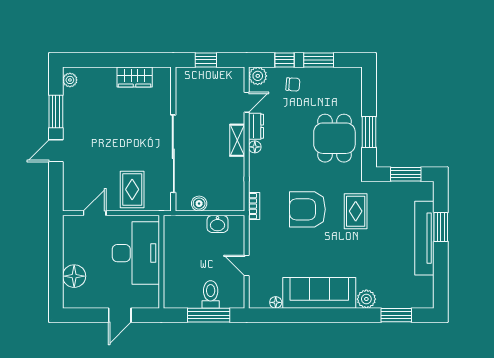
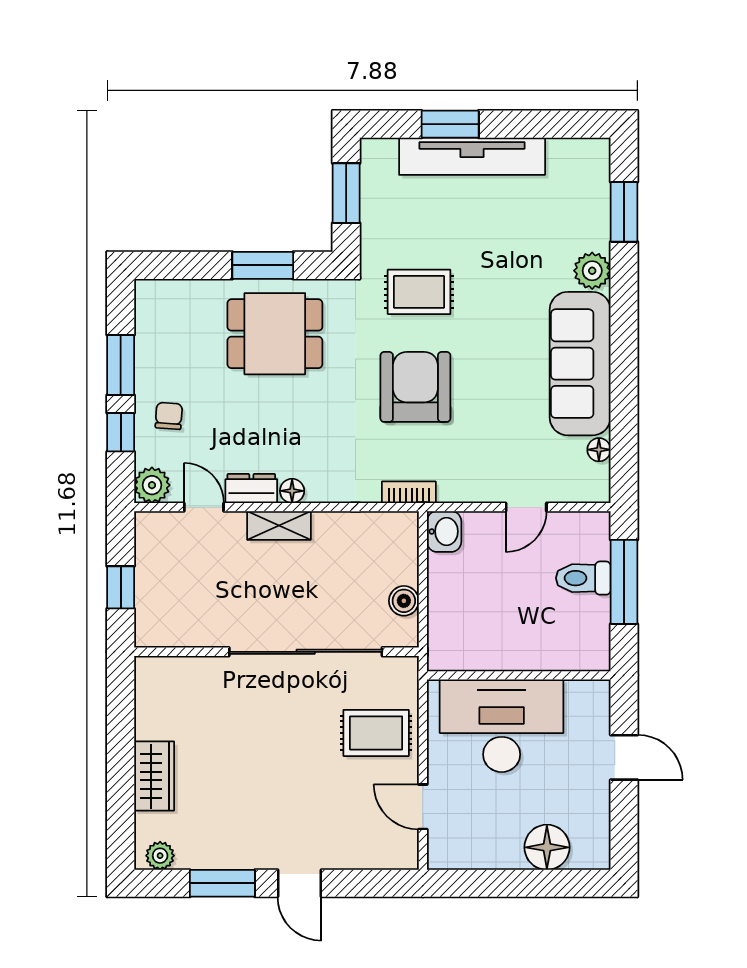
wardrobe: (135, 77) -> (154, 776), moved
armchair: (307, 209) -> (415, 387), turned 180
washbasin: (218, 224) -> (444, 531), moved

